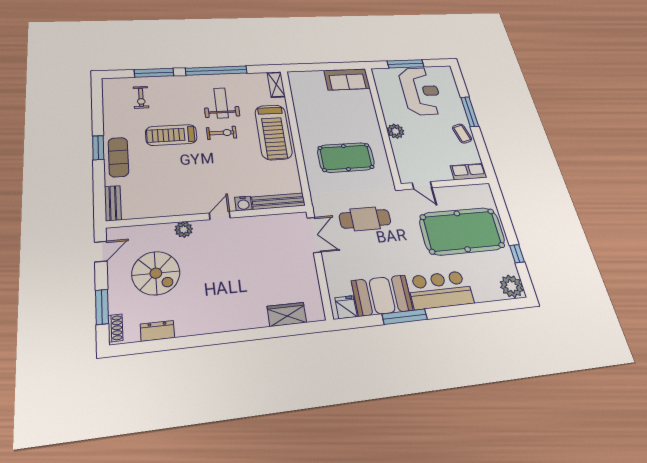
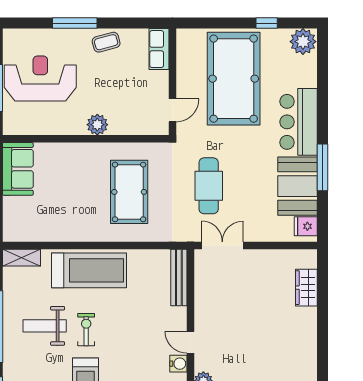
water cooler: (243, 204) -> (178, 364), moved

